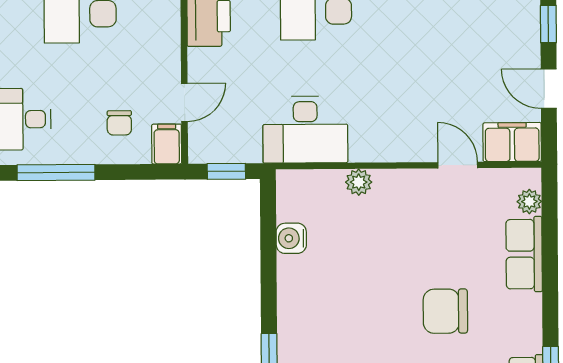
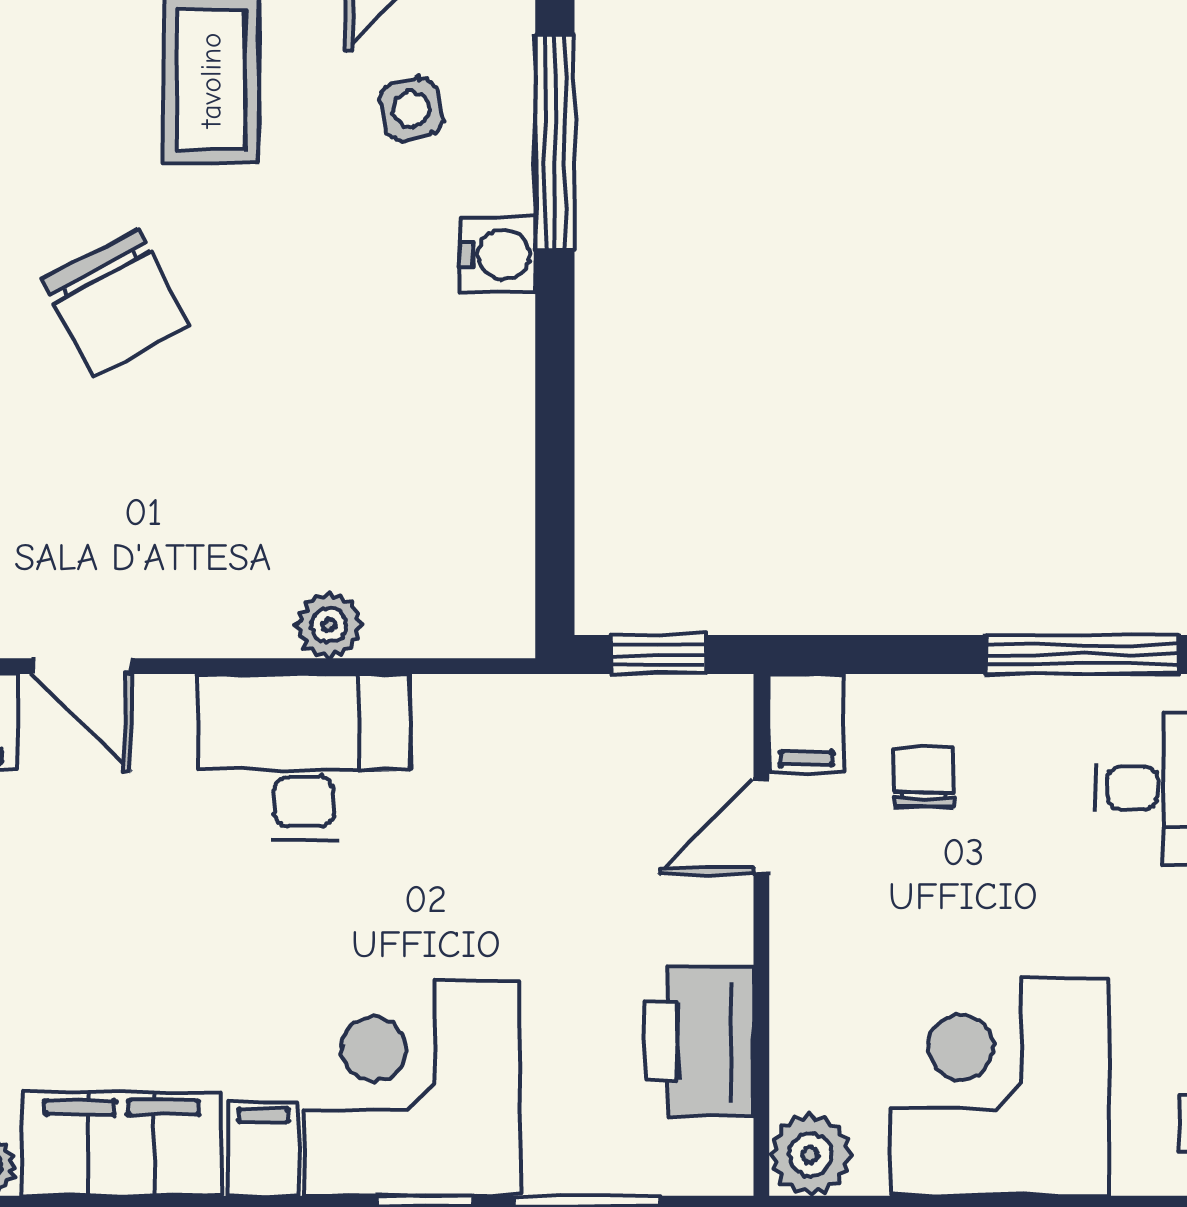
desk: (305, 130) -> (304, 757), moved
water cooler: (291, 238) -> (498, 255), moved
chair: (445, 311) -> (115, 303), turned 62

